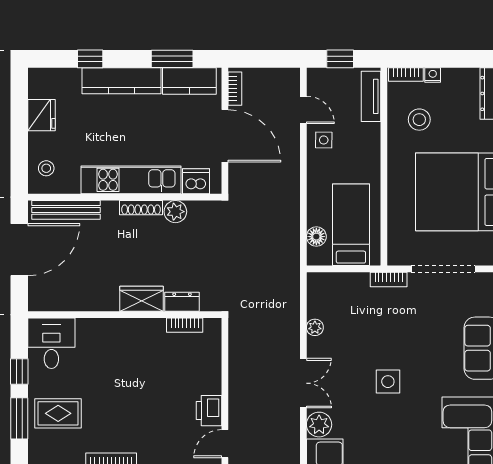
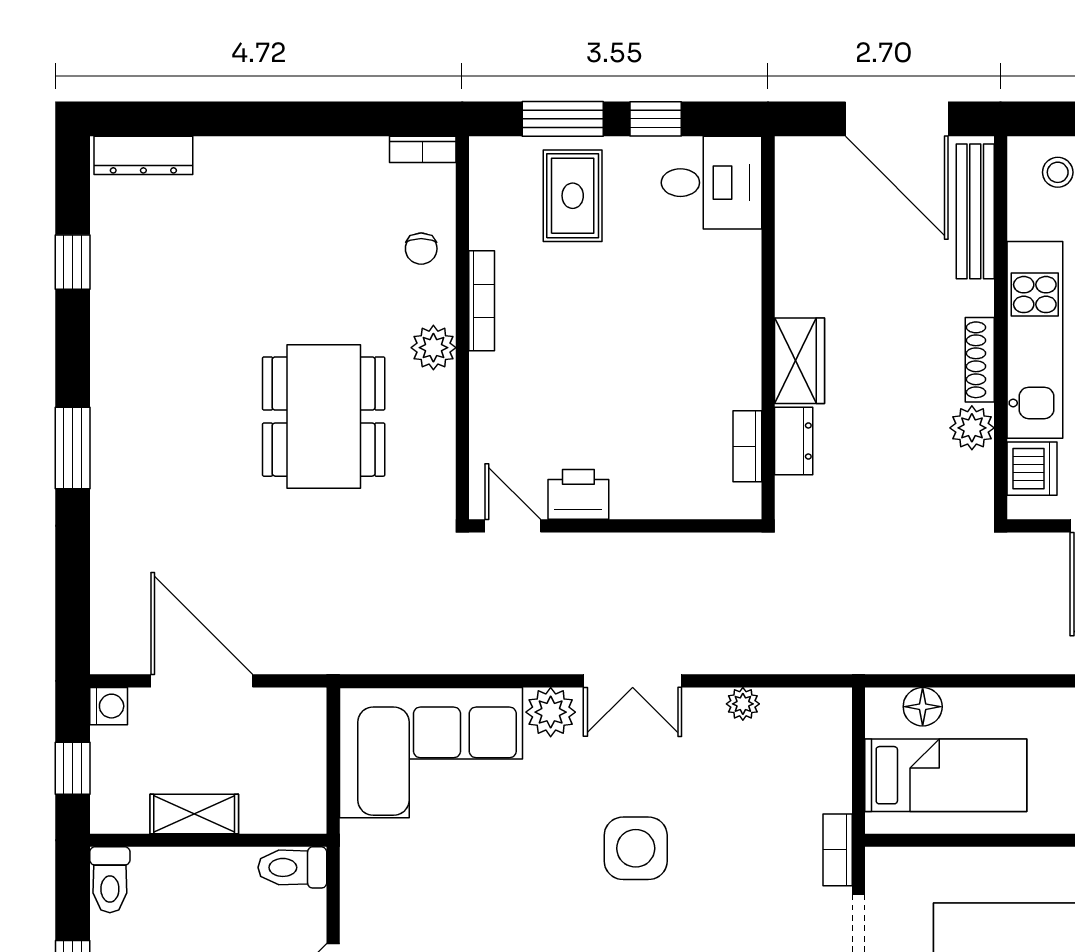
side table: (388, 382) -> (636, 848), width x1.37, depth x1.37

